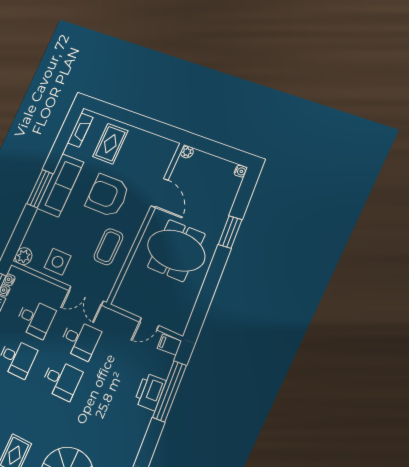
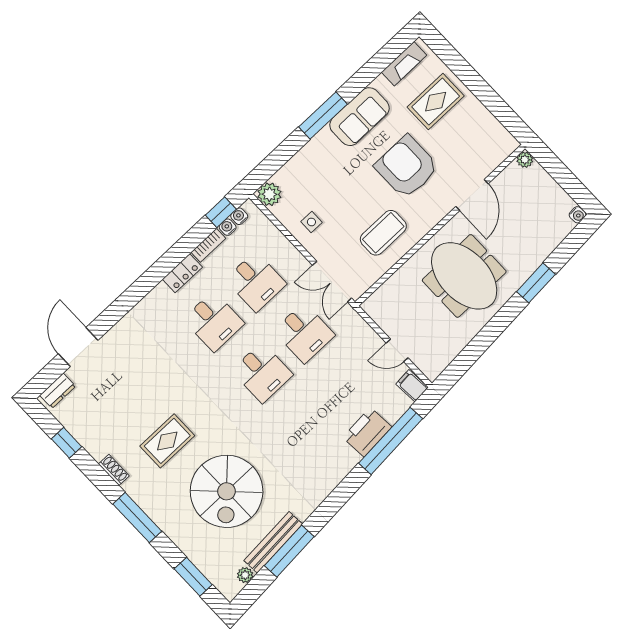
sofa: (60, 185) -> (359, 117), width x0.73
side table: (58, 262) -> (311, 222), width x0.54, depth x0.54

